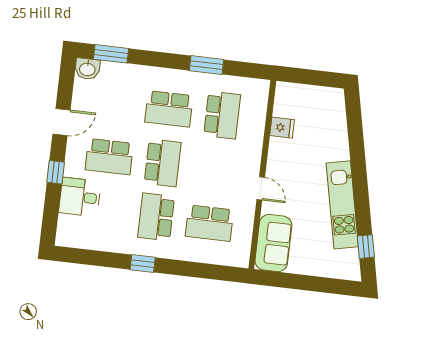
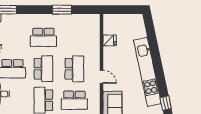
school desk: (222, 115) -> (74, 69), moved
kitchen unit: (342, 205) -> (147, 72), width x1.36

